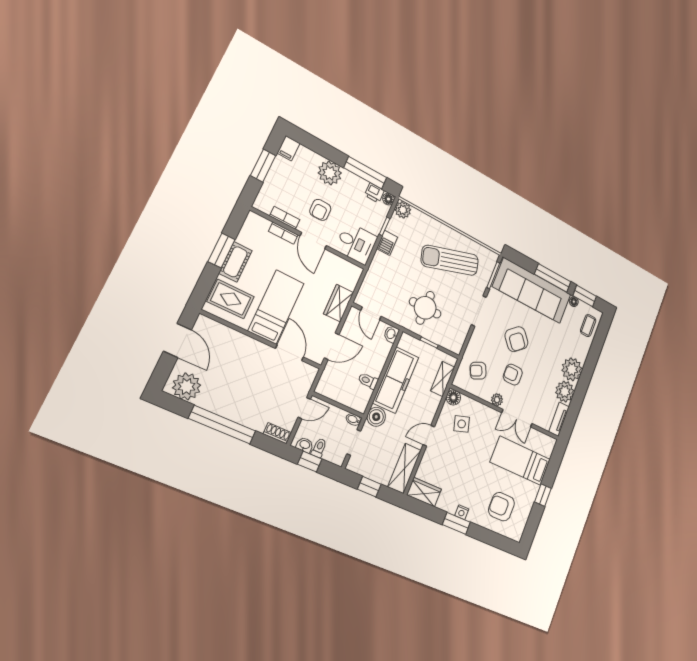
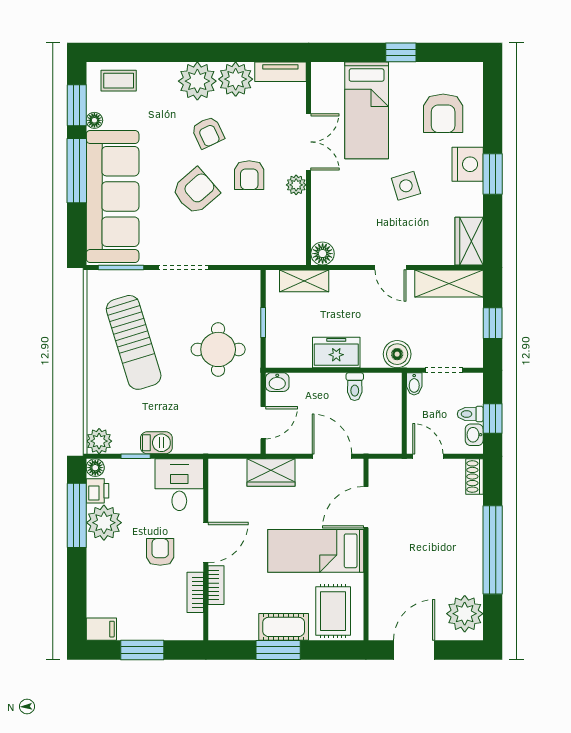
plant: (330, 173) -> (104, 523), moved
armchair: (320, 210) -> (160, 552), turned -90
armchair: (478, 371) -> (208, 132), moved
freezer: (396, 380) -> (336, 353), width x0.52, depth x0.79
side table: (462, 424) -> (406, 186), moved
nightstand: (462, 512) -> (468, 164), width x1.89, depth x1.79

